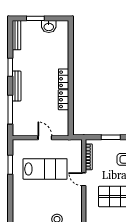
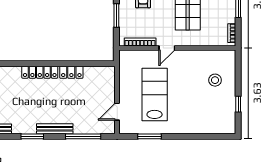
locker: (64, 79) -> (40, 72), width x1.53
door: (45, 138) -> (117, 112), moved

